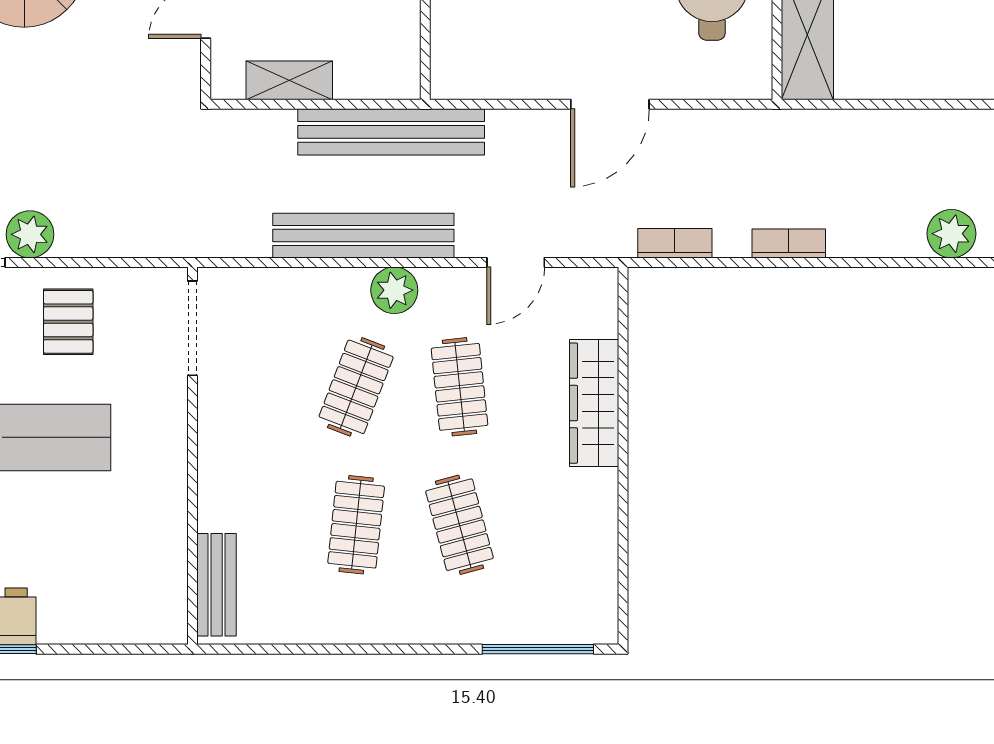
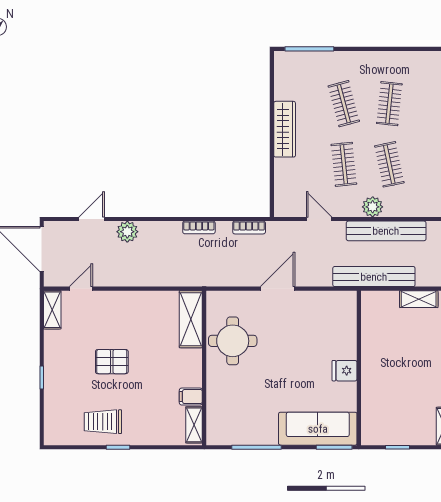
door: (516, 262) -> (319, 219), hinge flipped
clothes rail: (356, 387) -> (389, 164), turned -33
wardrobe: (594, 403) -> (285, 129), moved

